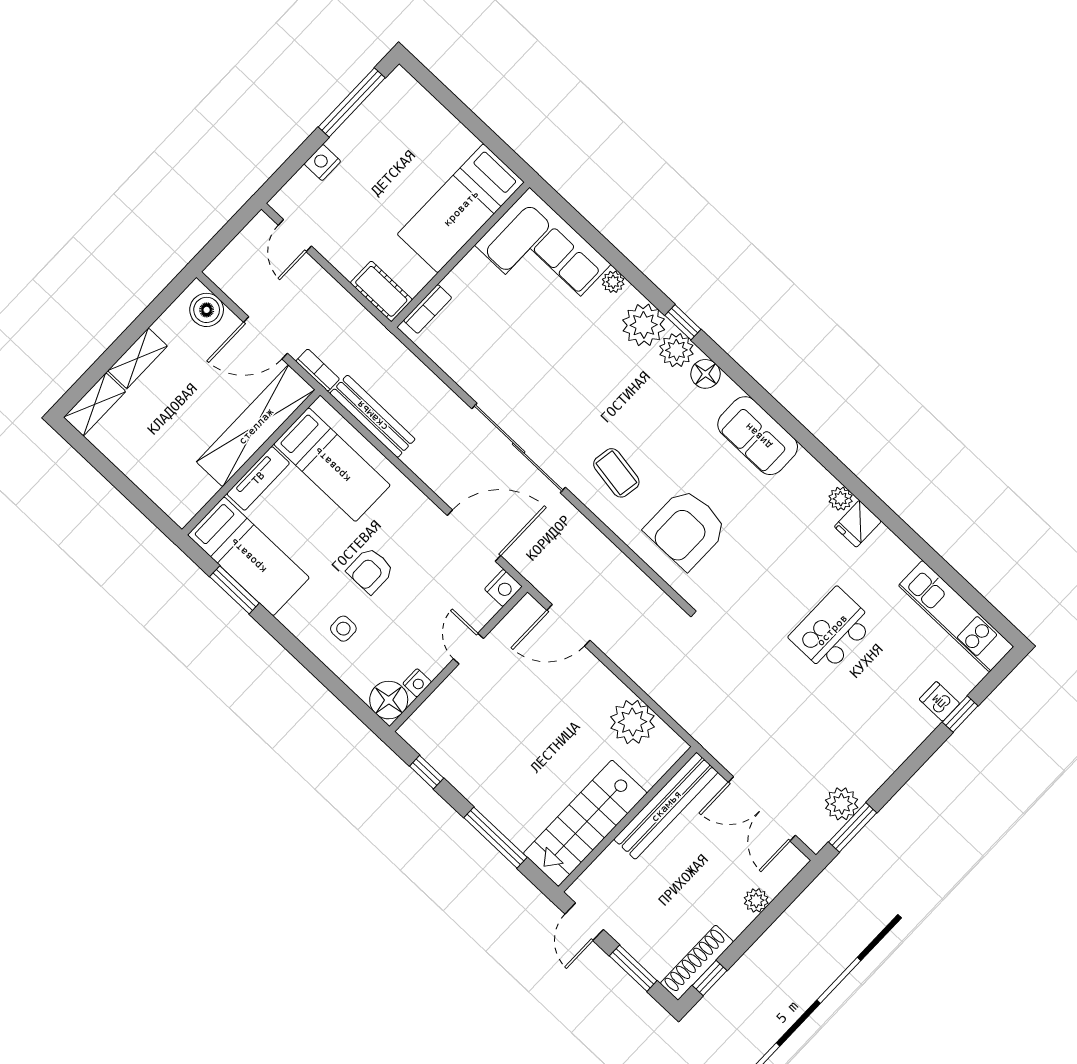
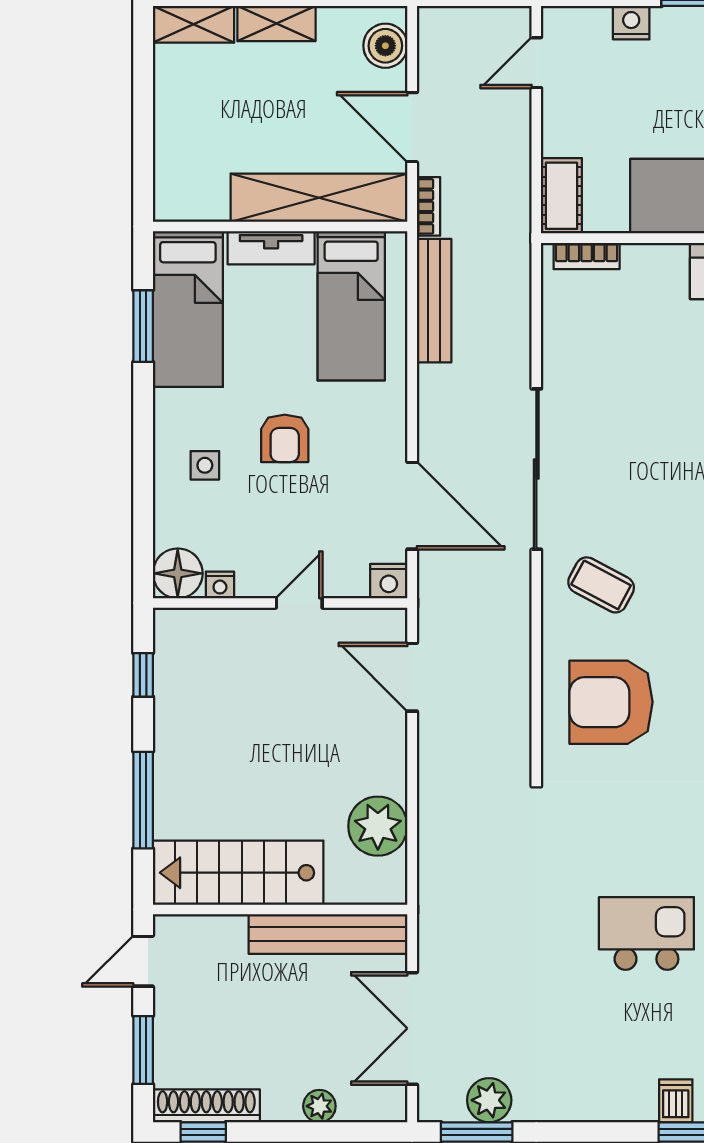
coffee table: (616, 473) -> (601, 585), turned -71
armchair: (370, 571) -> (285, 438), turned -90

